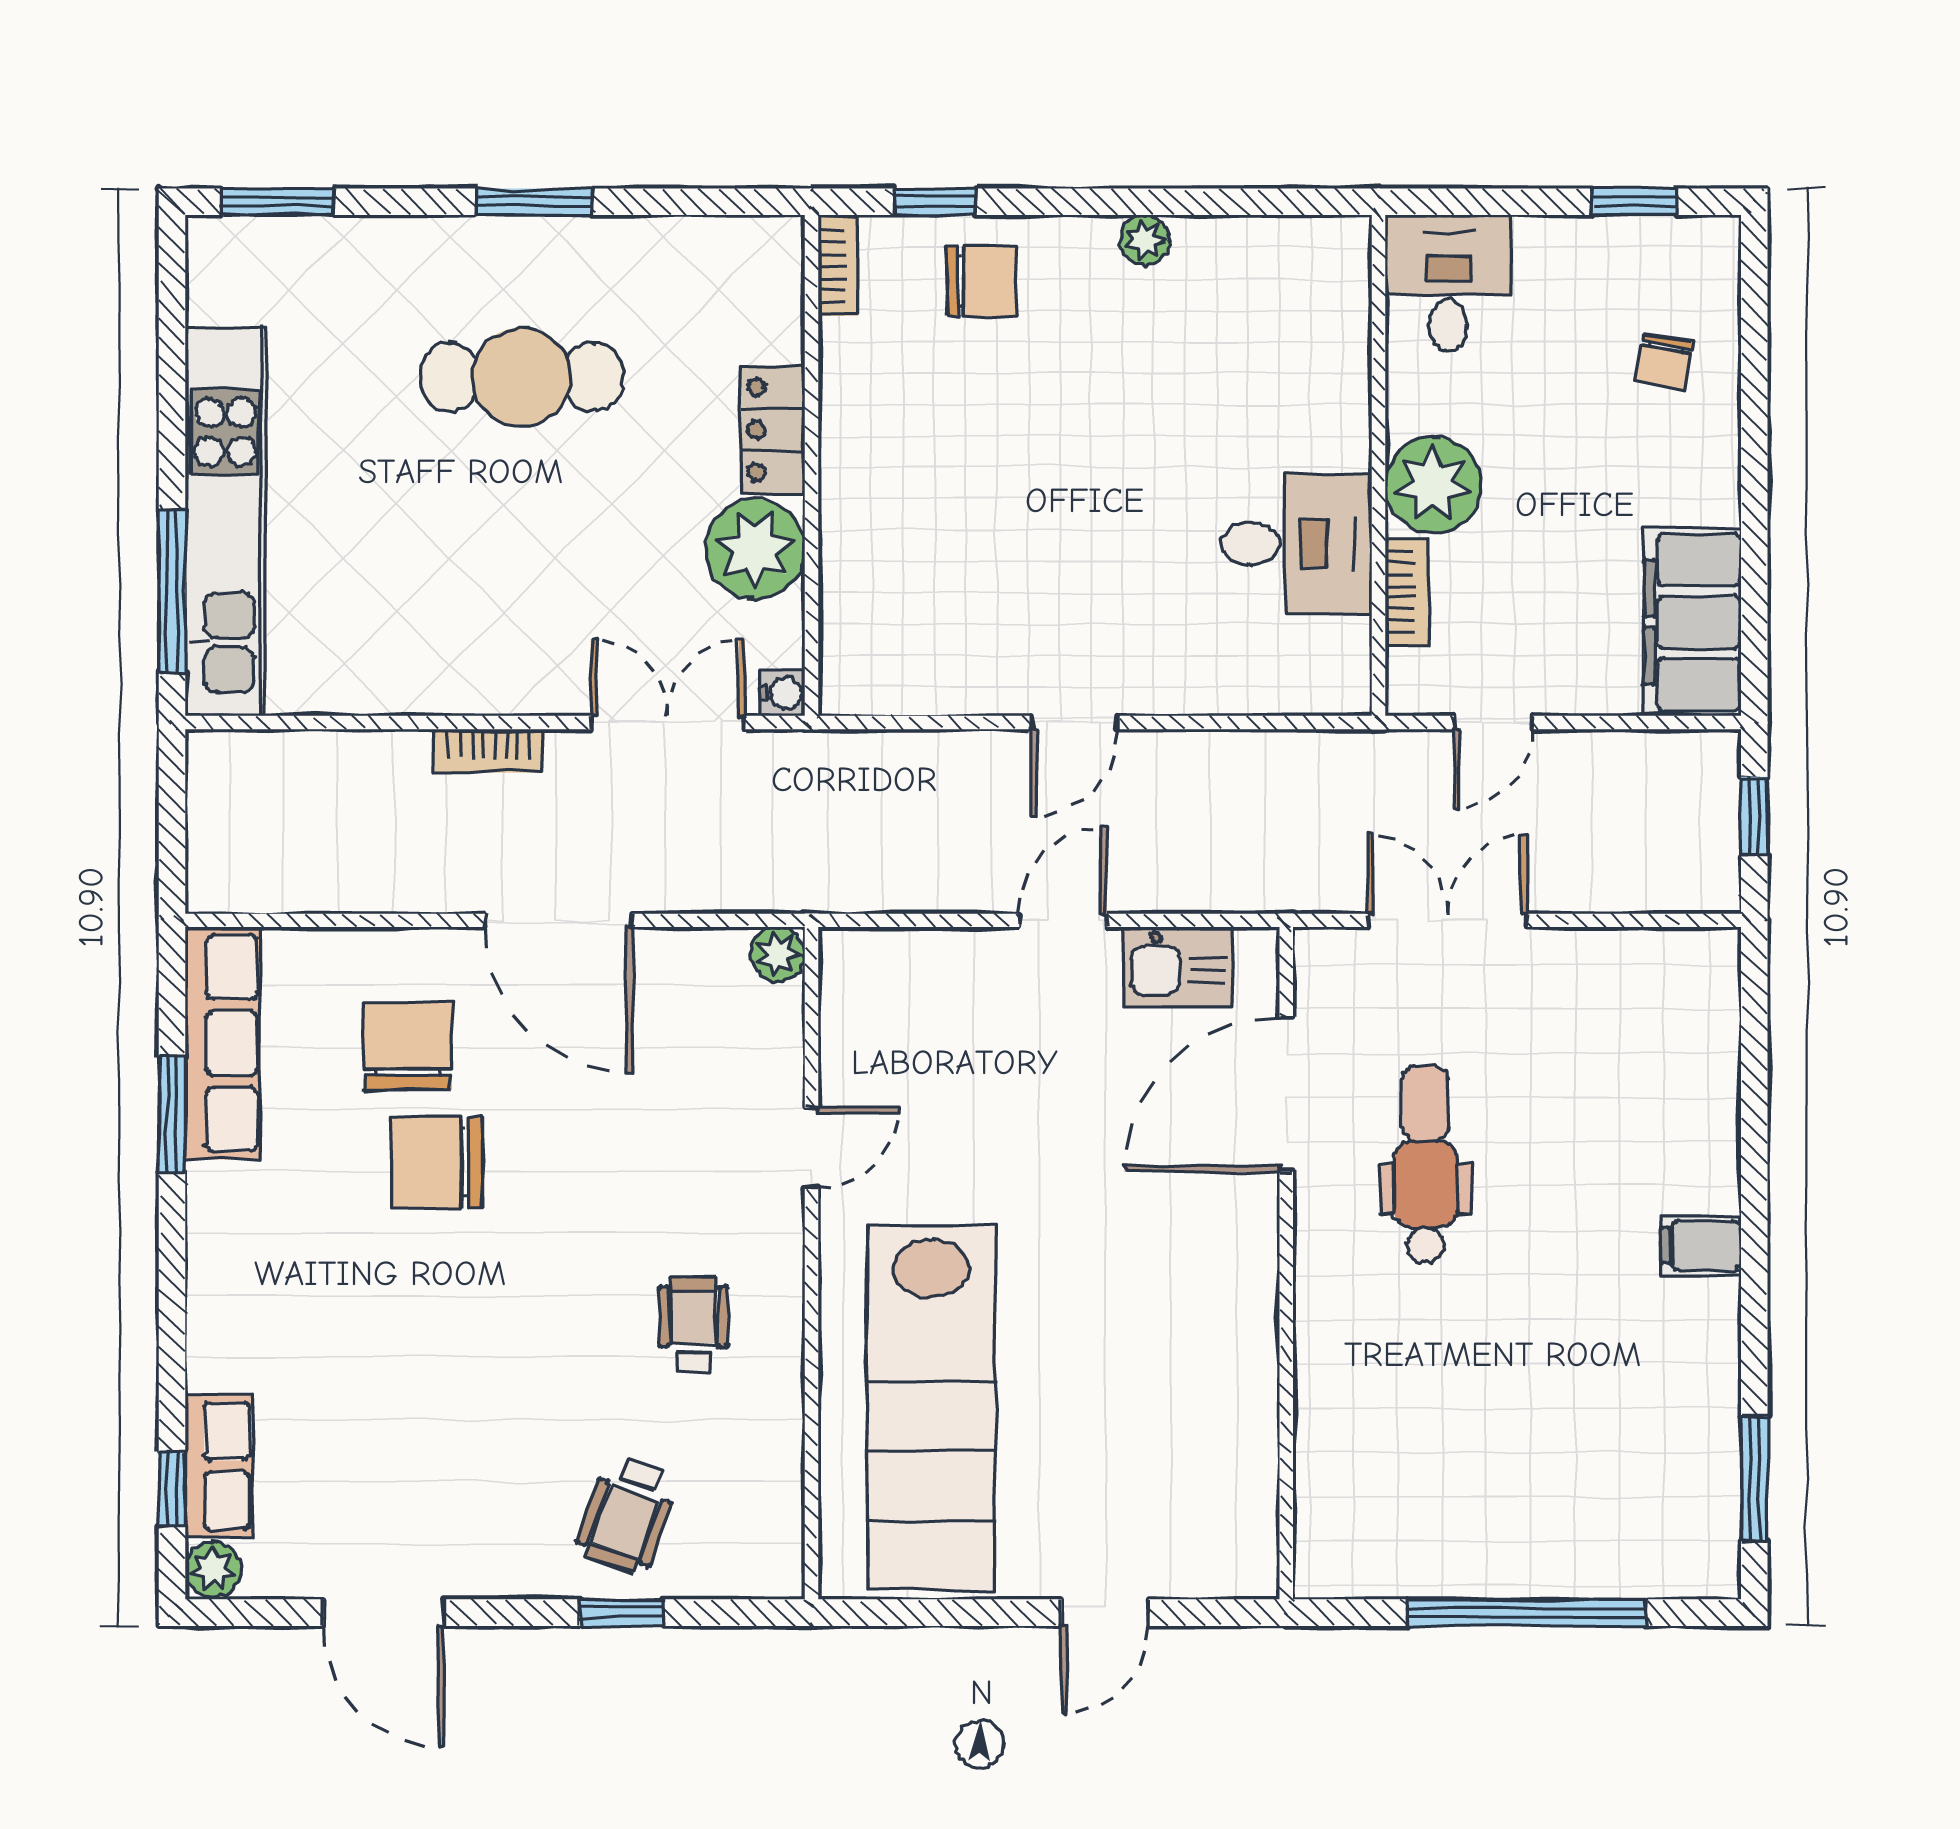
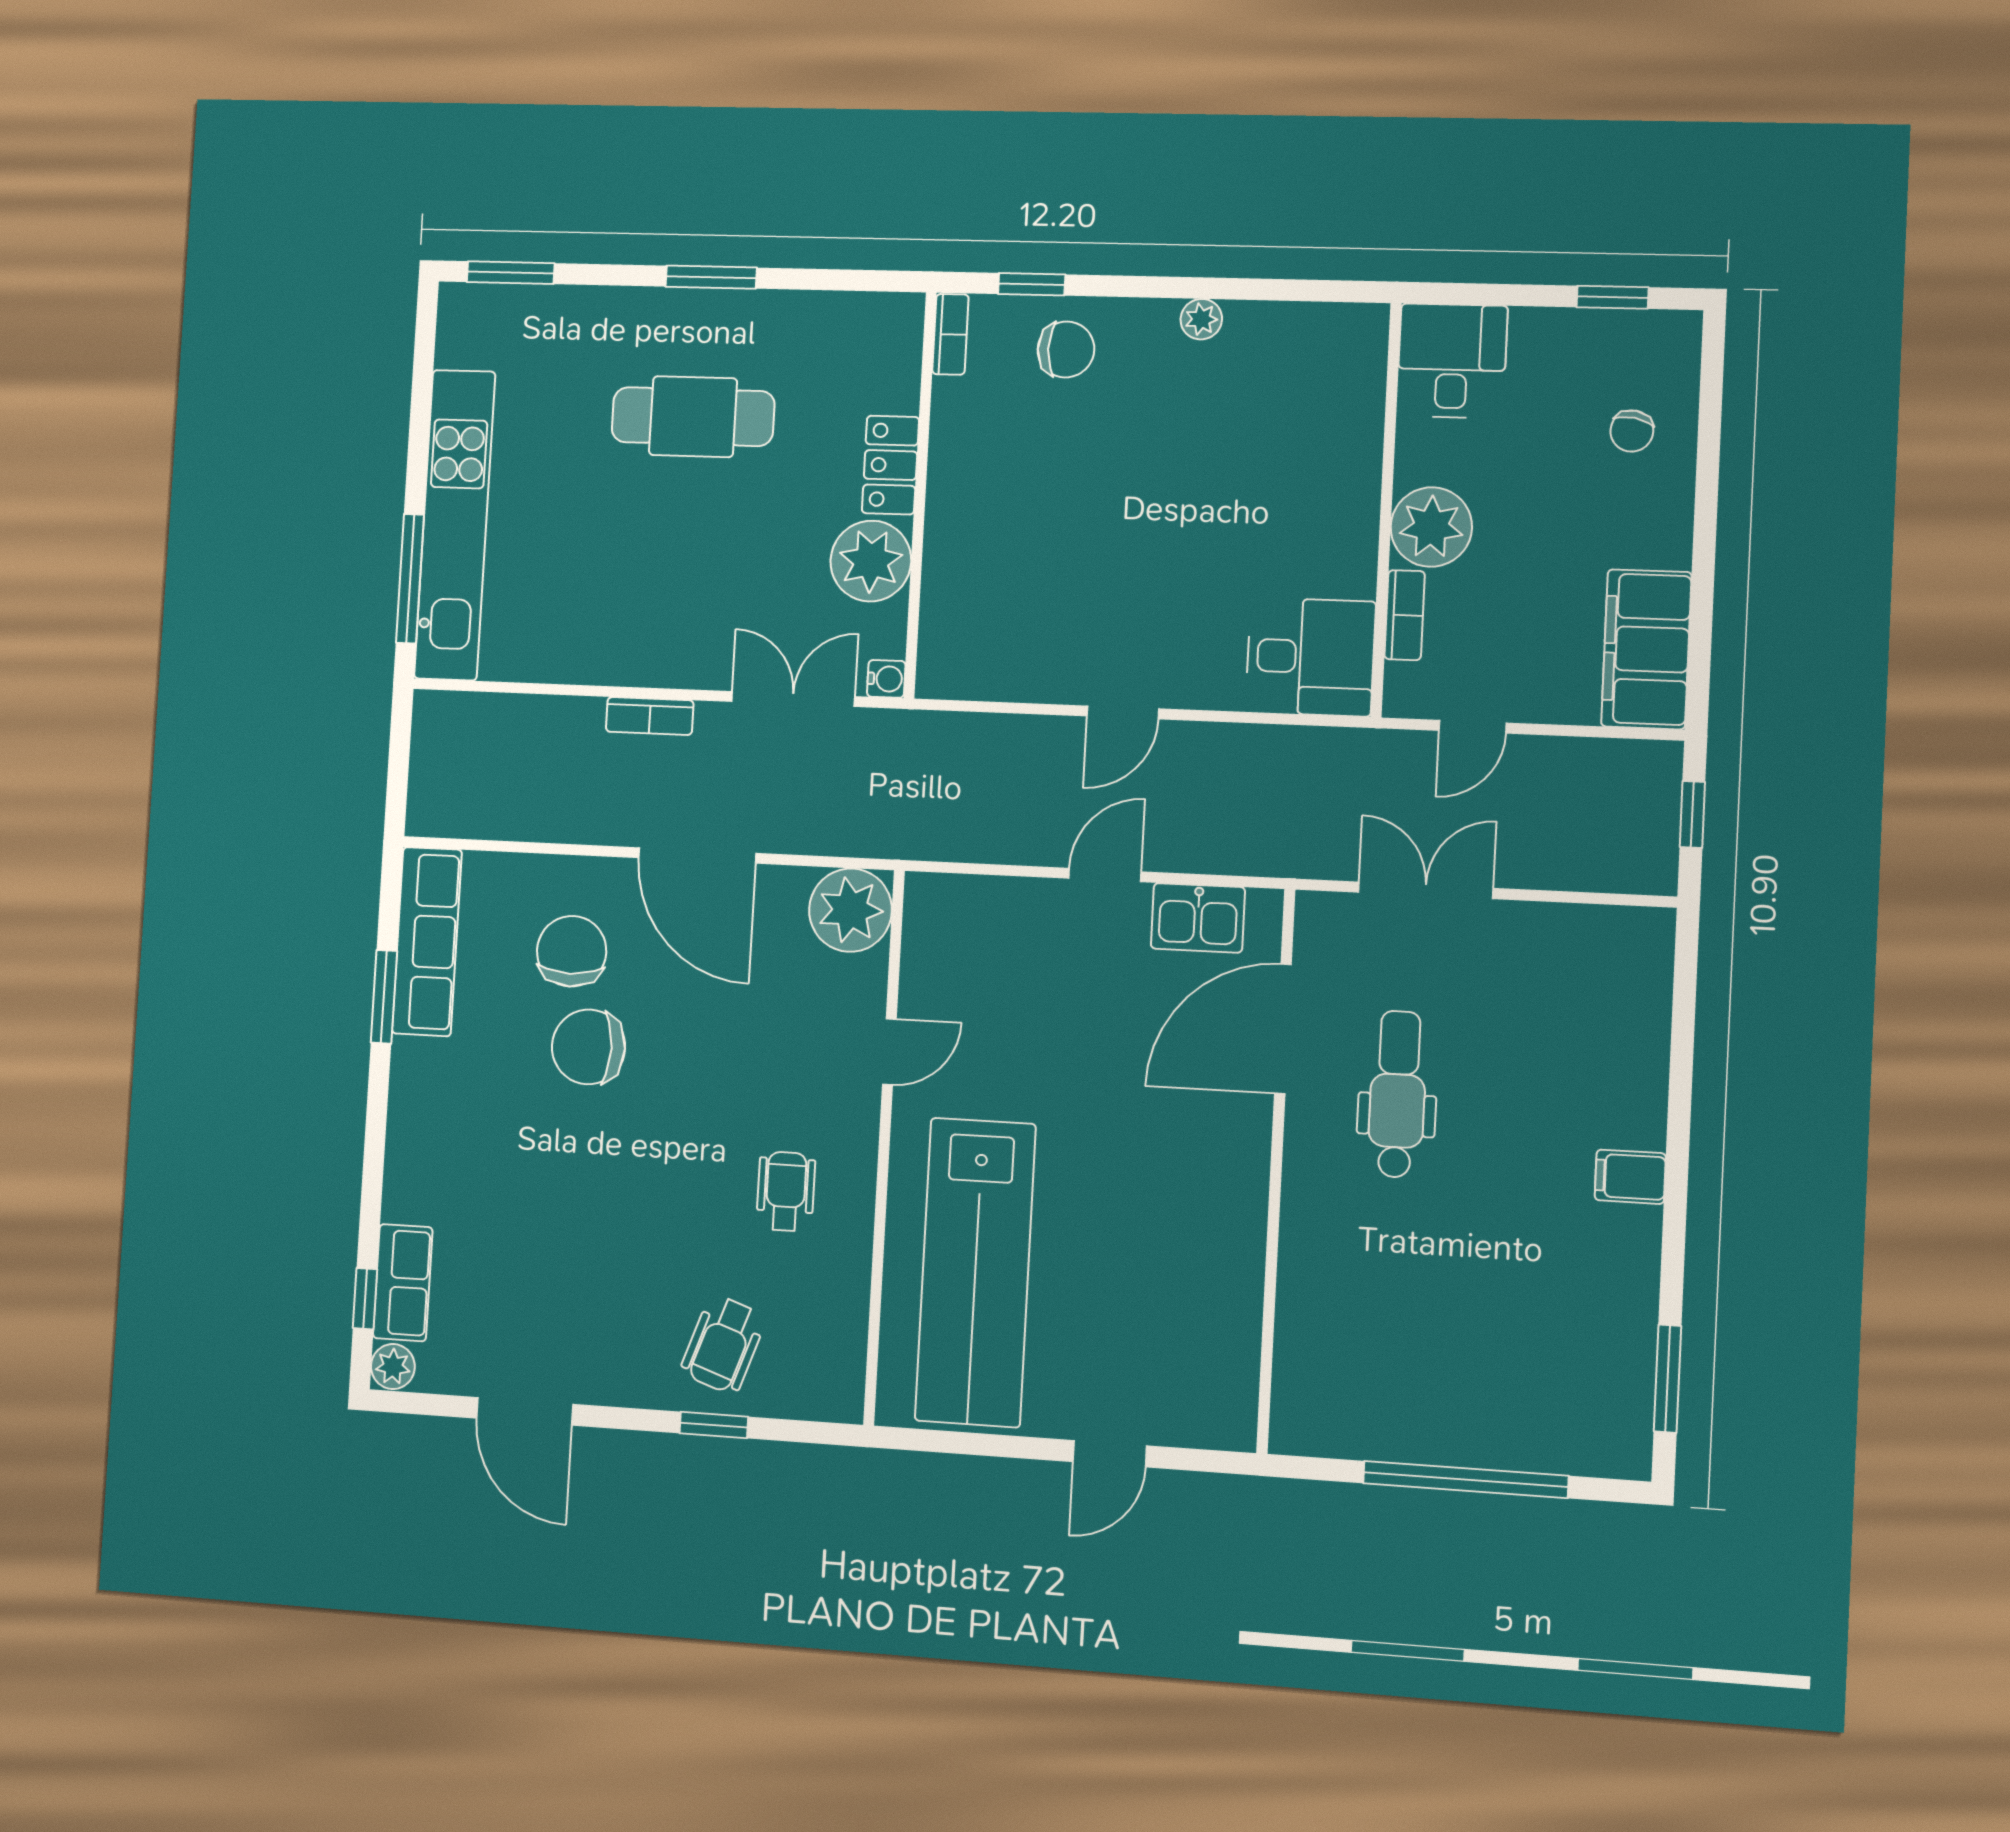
desk: (1297, 544) -> (1310, 657), moved
plant: (778, 954) -> (850, 910), width x1.87, depth x1.87

